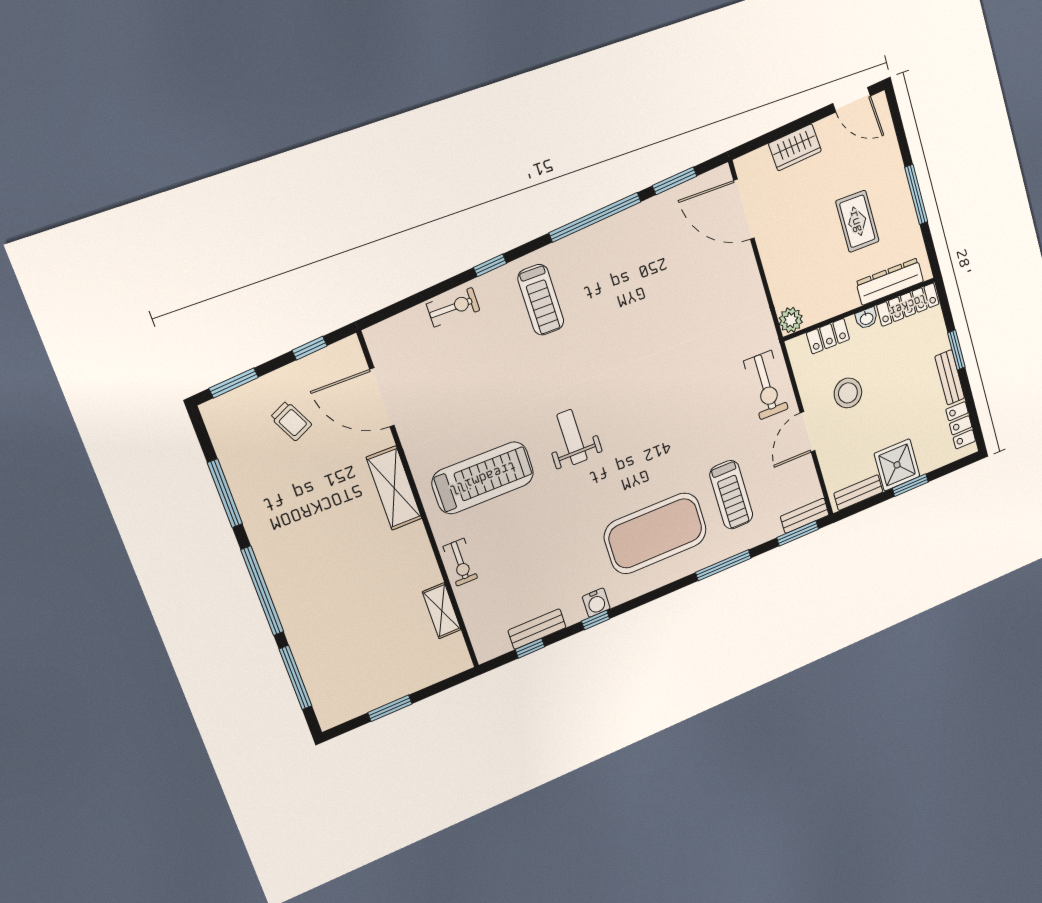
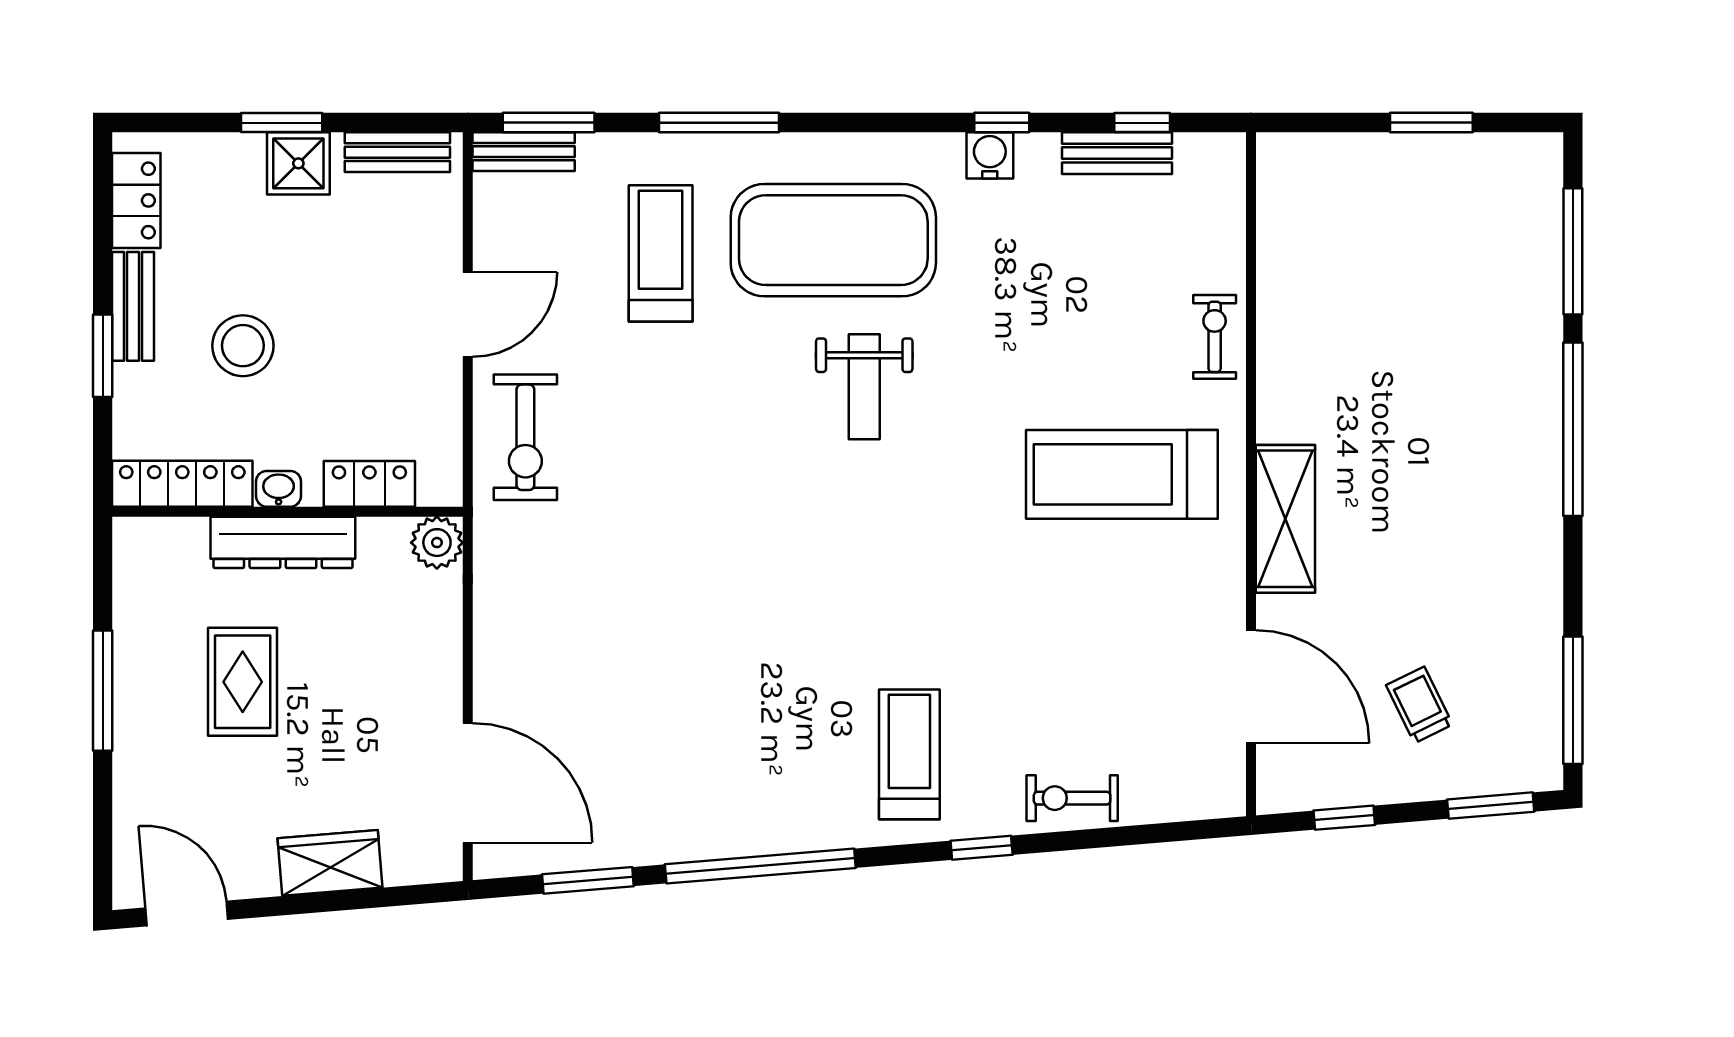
dresser: (890, 282) -> (283, 542), moved
exercise bike: (766, 385) -> (525, 437), turned 180
stool: (848, 393) -> (243, 346), moved
weight bench: (572, 437) -> (864, 387), moved
shower: (897, 465) -> (298, 163), width x0.73, depth x0.73
window: (225, 493) -> (1573, 700), moved
shelving: (442, 611) -> (1278, 262), removed

